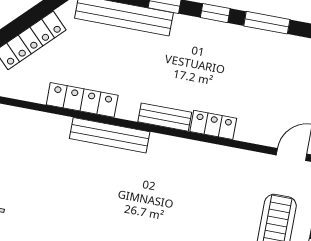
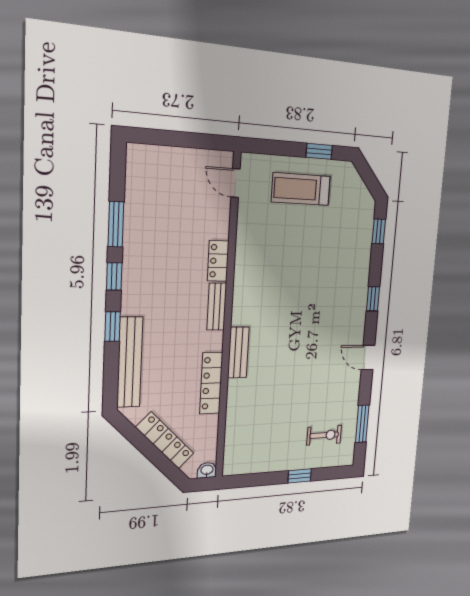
bench: (110, 135) -> (238, 352), width x0.73

